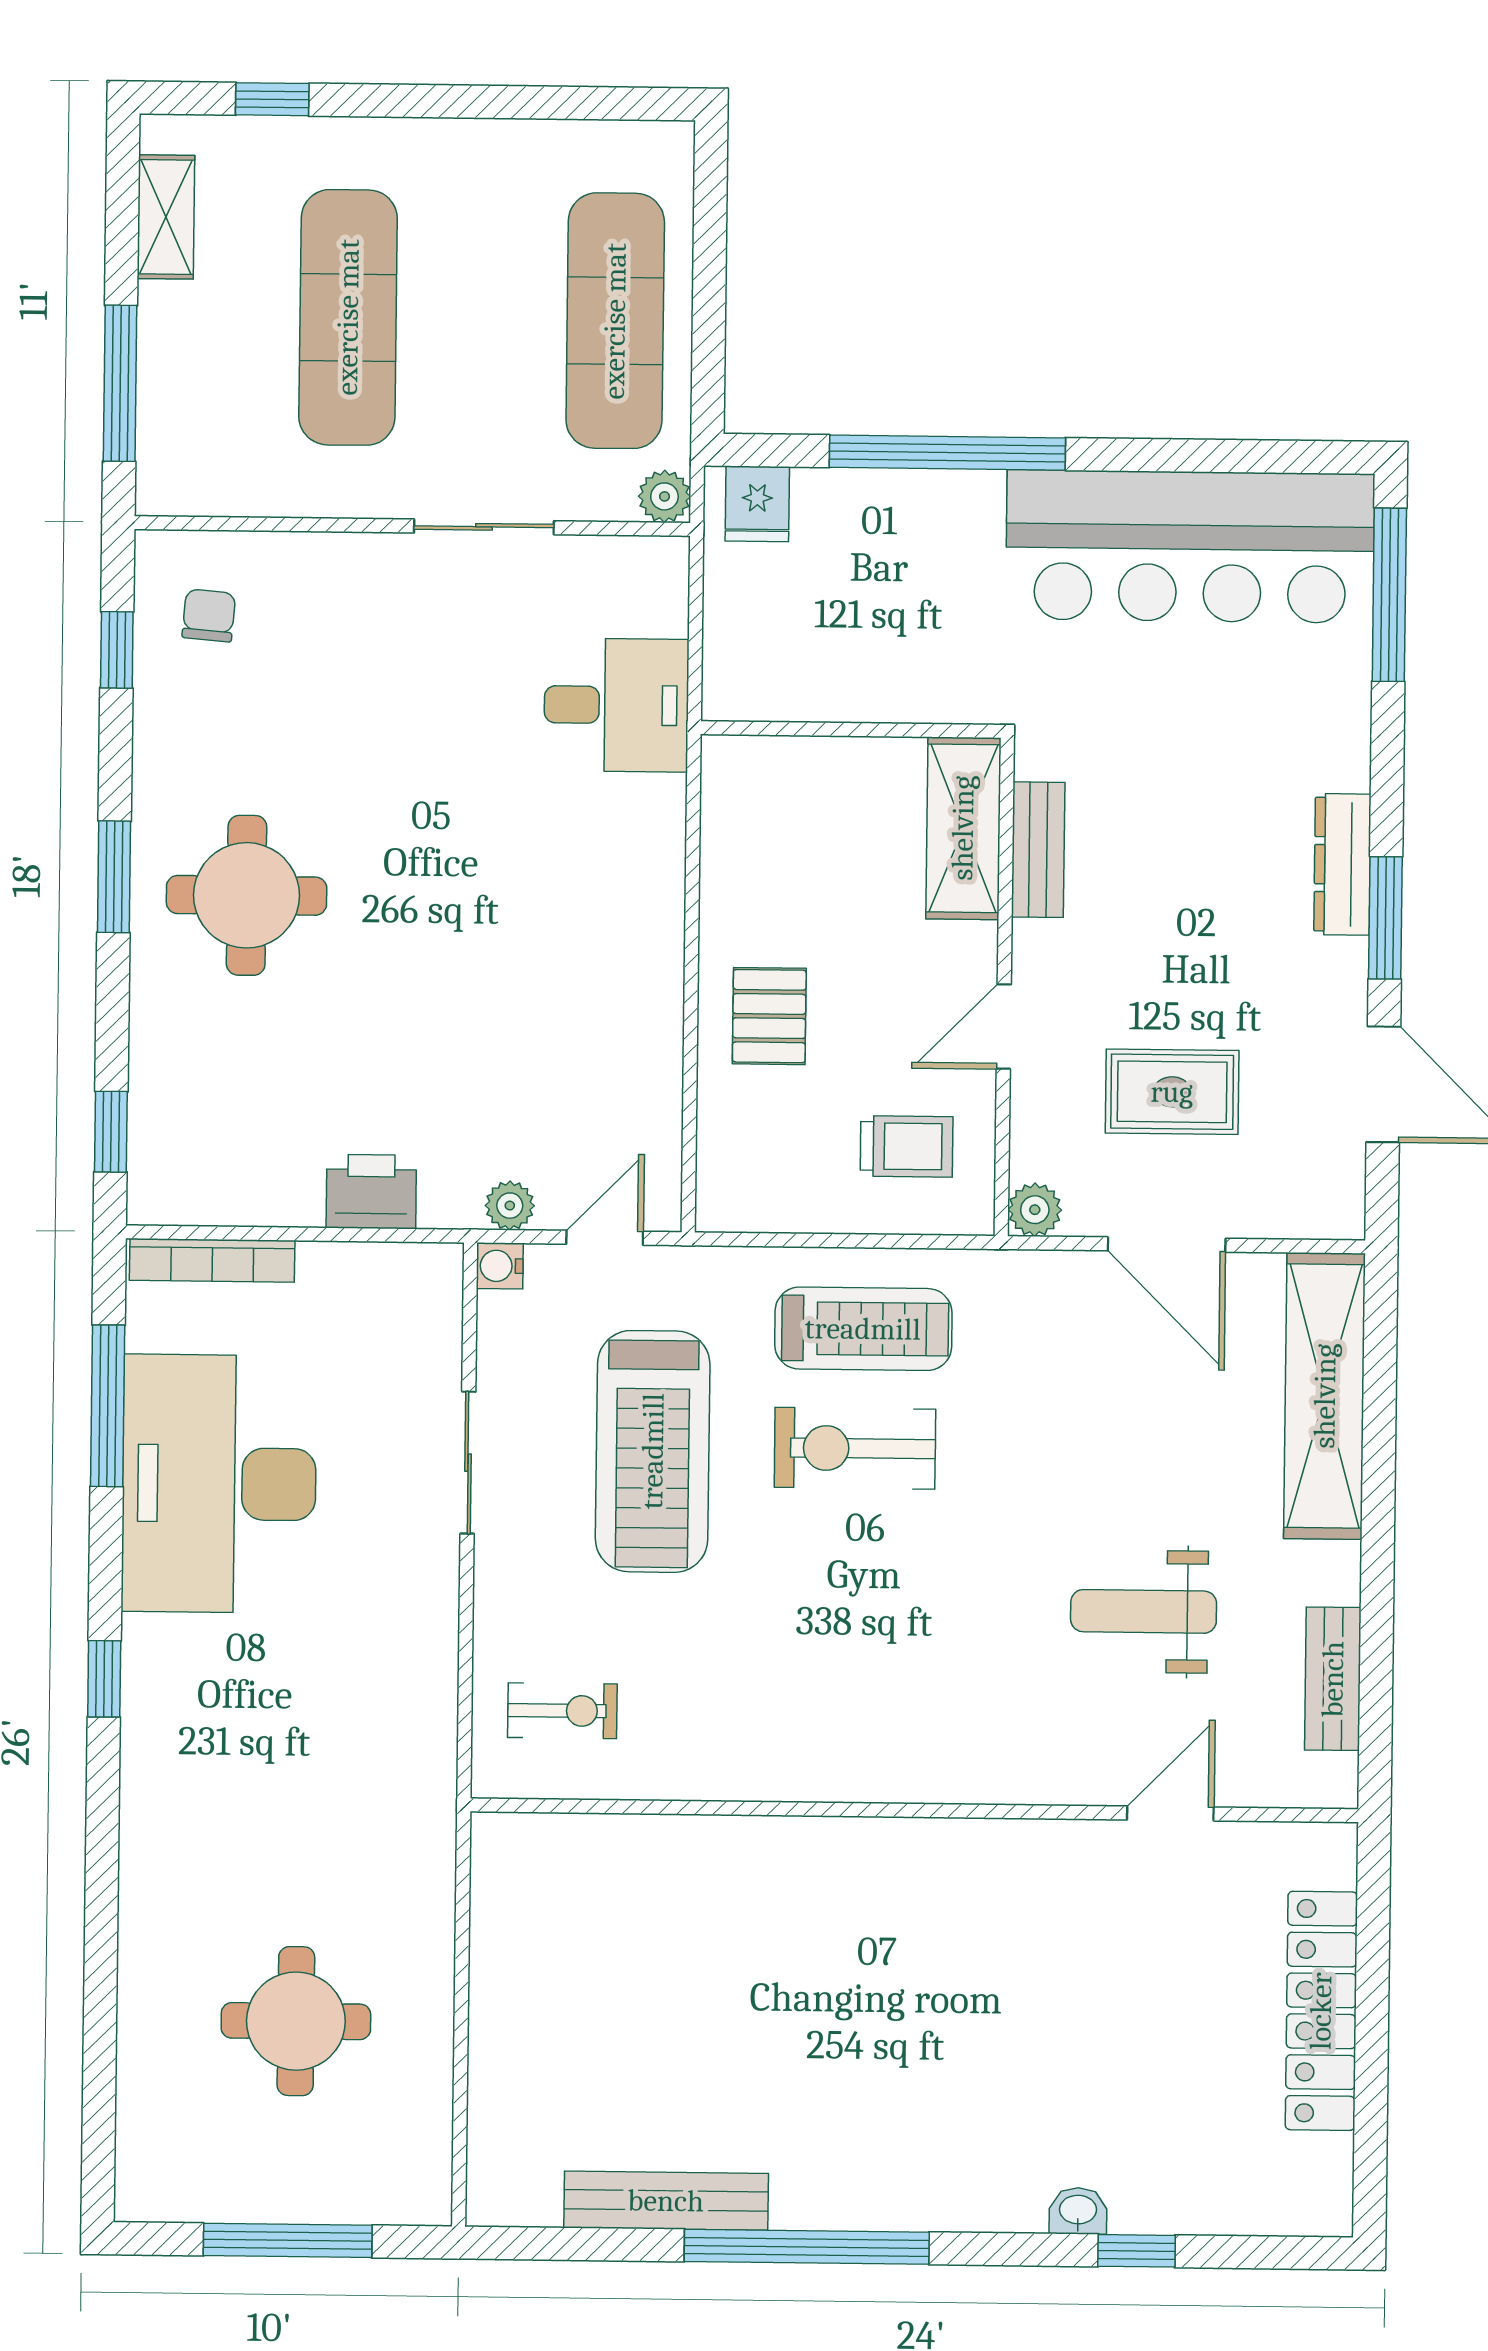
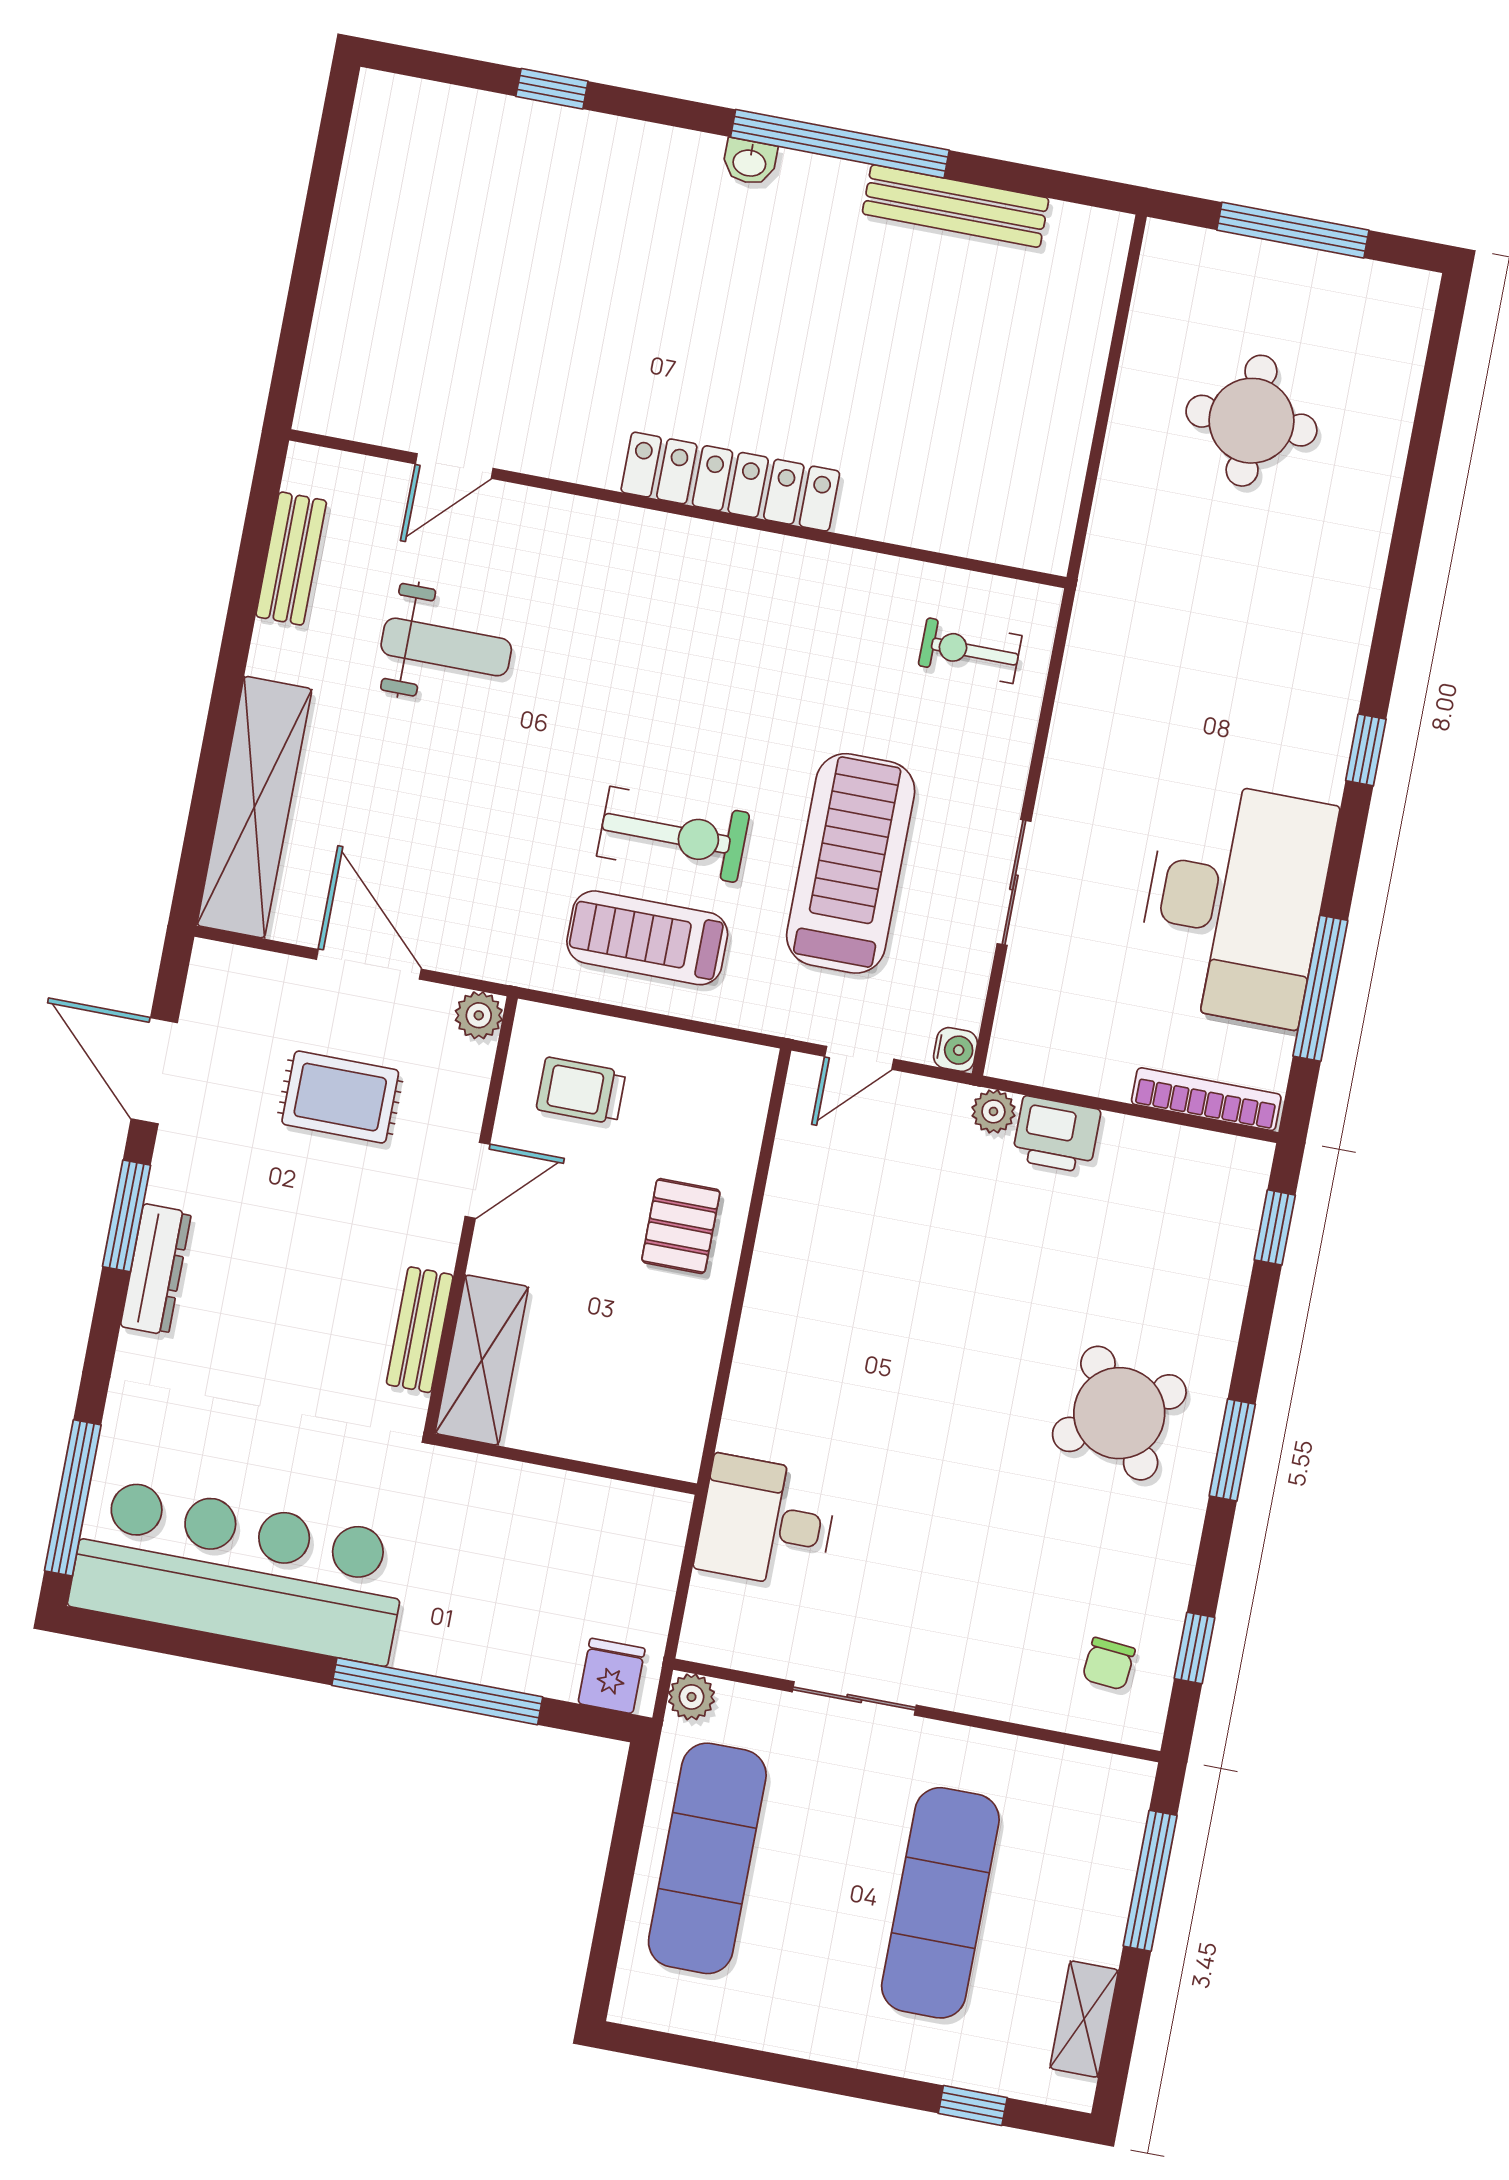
round table: (247, 895) -> (1119, 1413), turned -34
plant: (510, 1206) -> (993, 1111), moved
locker: (1321, 2011) -> (730, 482), moved, turned -90
washbasin: (1078, 2211) -> (750, 162), moved

